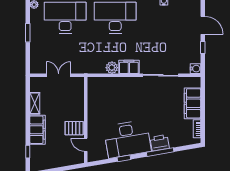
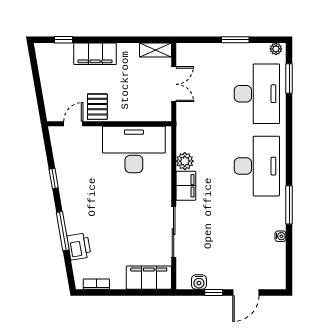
water cooler: (195, 69) -> (199, 282), moved
shelving: (35, 103) -> (155, 50), moved
filing cabinet: (192, 103) -> (149, 278), moved
desk: (127, 139) -> (134, 149), moved, turned 100
printer: (160, 143) -> (79, 246), moved

